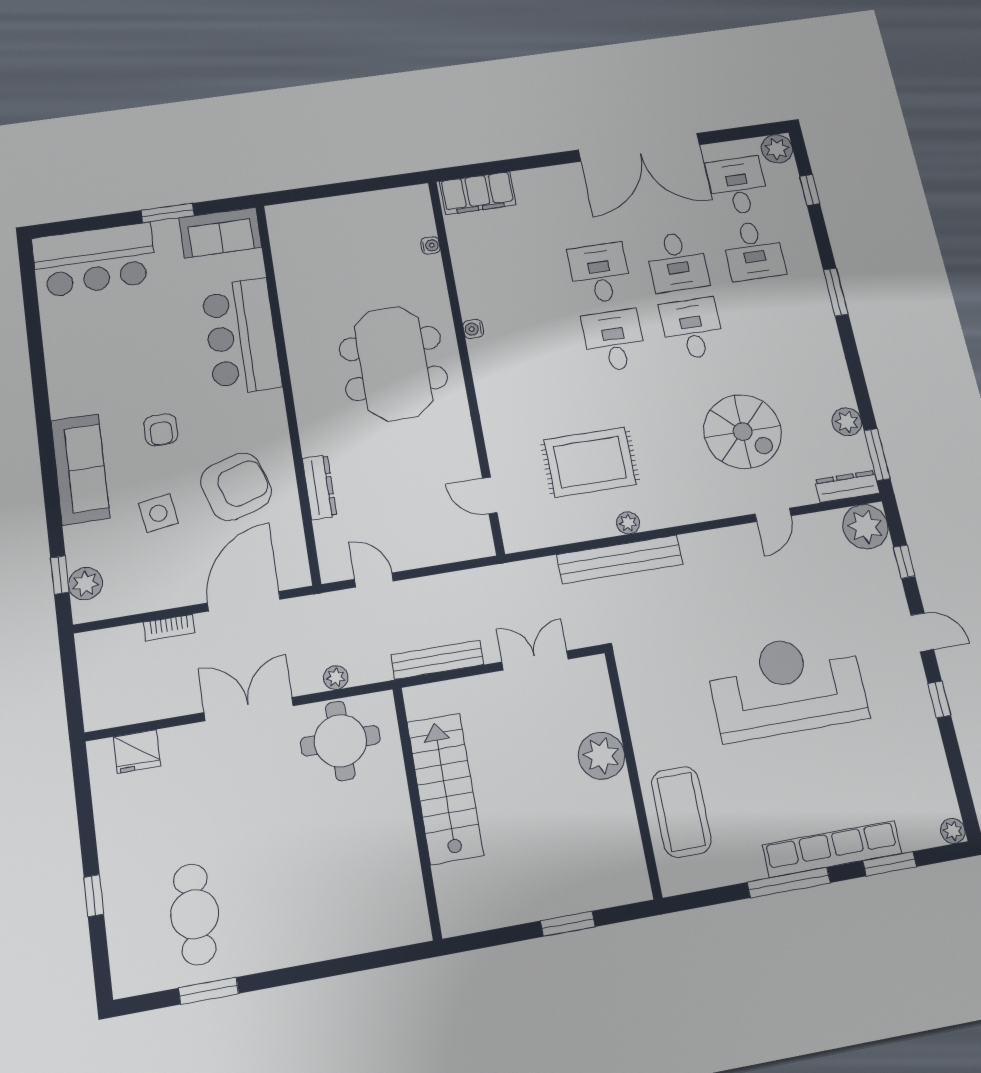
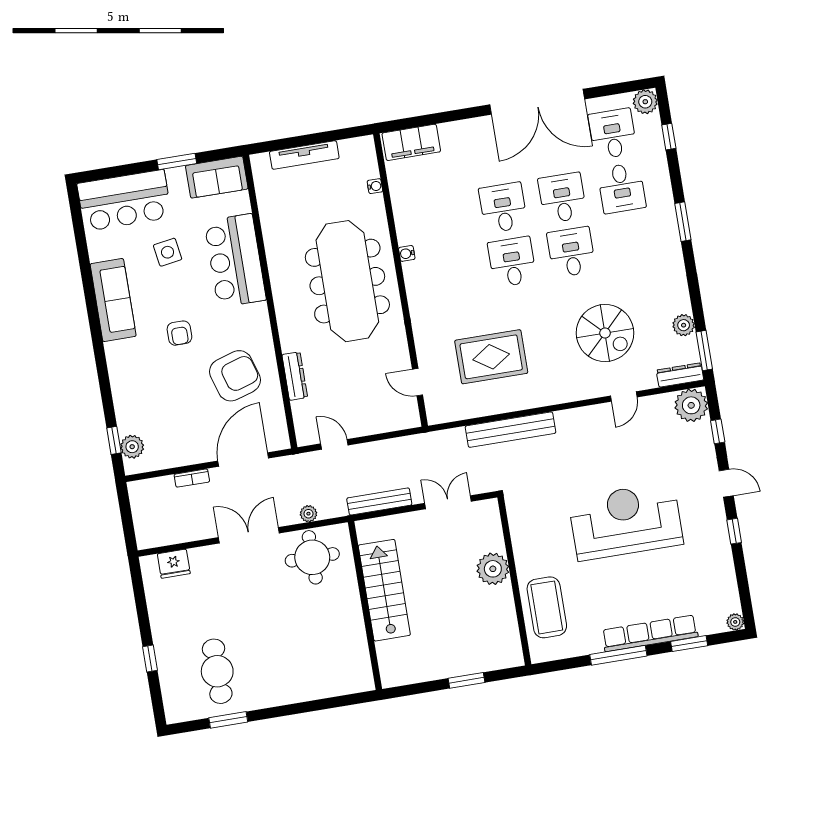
tv unit: (337, 207) -> (304, 155), added
desk: (677, 262) -> (562, 198), turned 180
meeting table: (393, 363) -> (347, 281), width x1.36
sofa: (80, 469) -> (113, 300), moved
side table: (158, 513) -> (168, 252), moved
plant: (628, 523) -> (517, 403), removed

